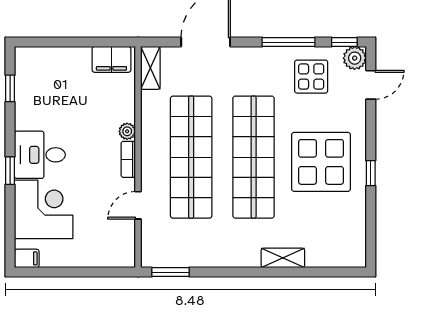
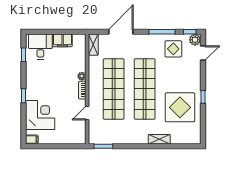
filing cabinet: (111, 59) -> (63, 40), moved
desk: (40, 155) -> (40, 47), moved, turned 90
display table: (321, 162) -> (180, 107), moved

